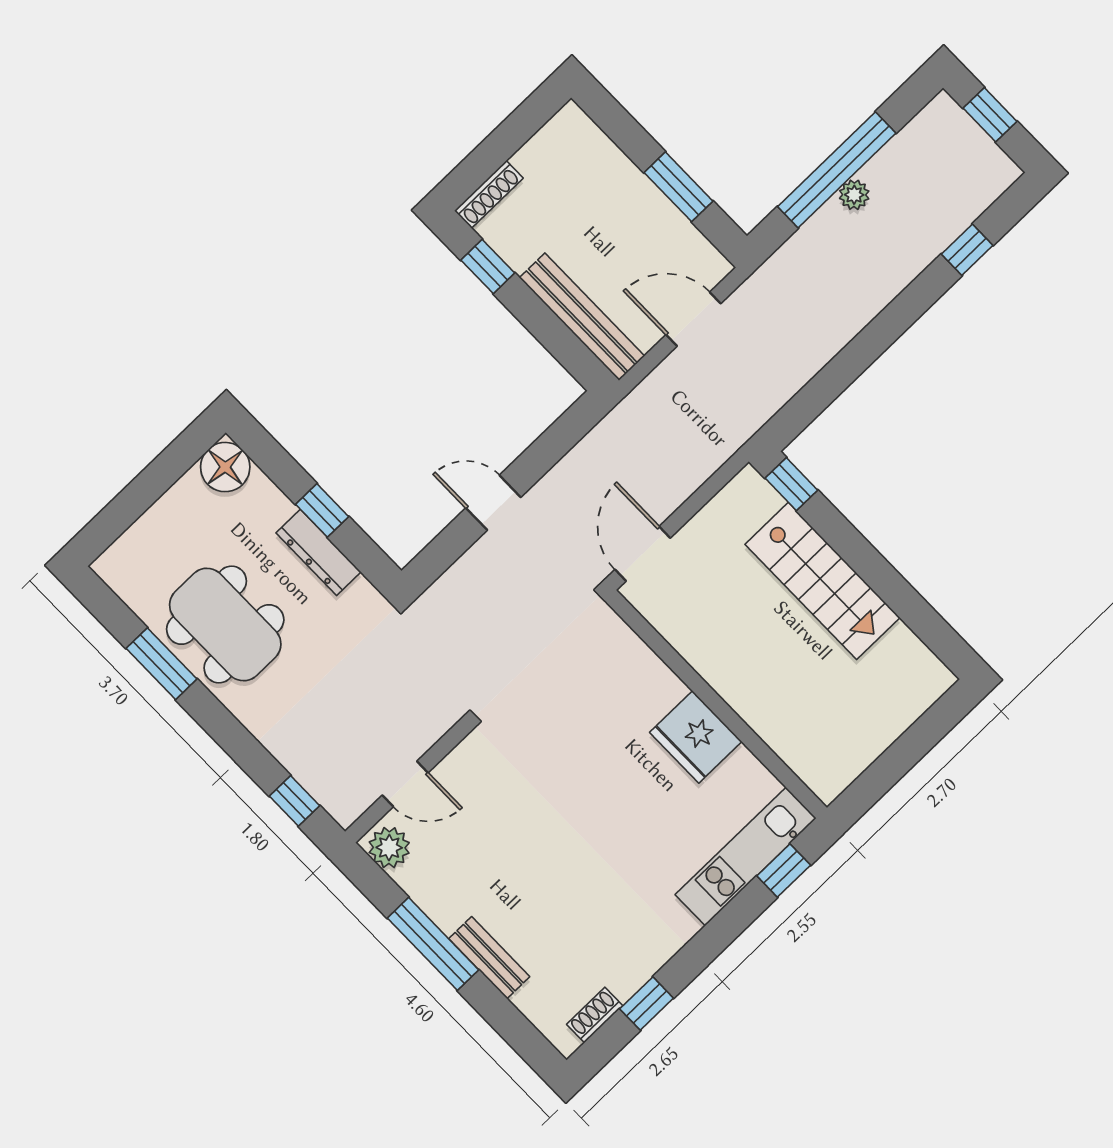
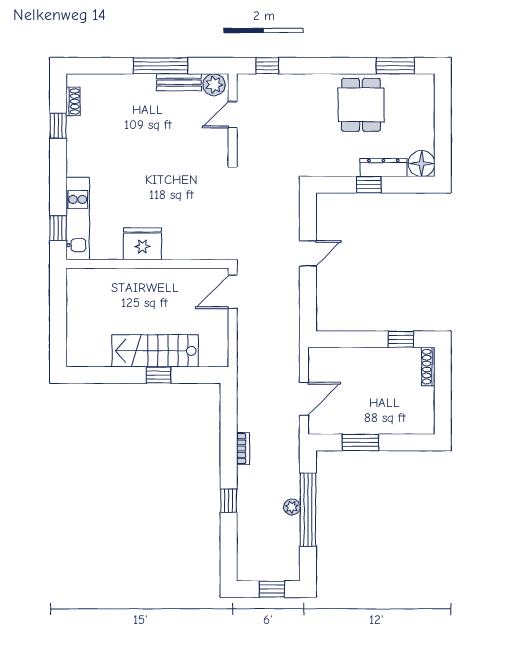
window: (967, 250) -> (229, 501), moved
bench: (582, 317) -> (346, 357), removed
bookcase: (839, 336) -> (243, 449), added
window: (791, 484) -> (159, 375), moved
dresser: (318, 552) -> (383, 168), moved
door: (643, 554) -> (233, 292), swing flipped
dining table: (225, 625) -> (361, 105), width x0.73
window: (161, 664) -> (395, 66), moved
bench: (489, 958) -> (179, 82), moved

